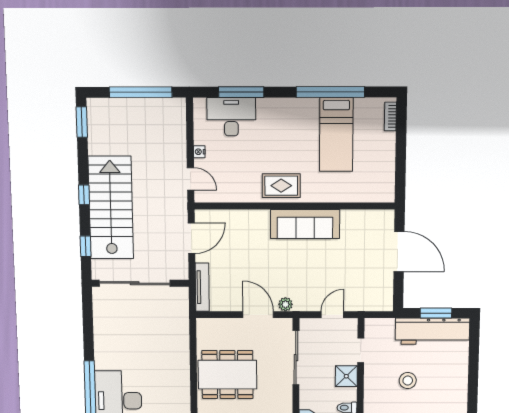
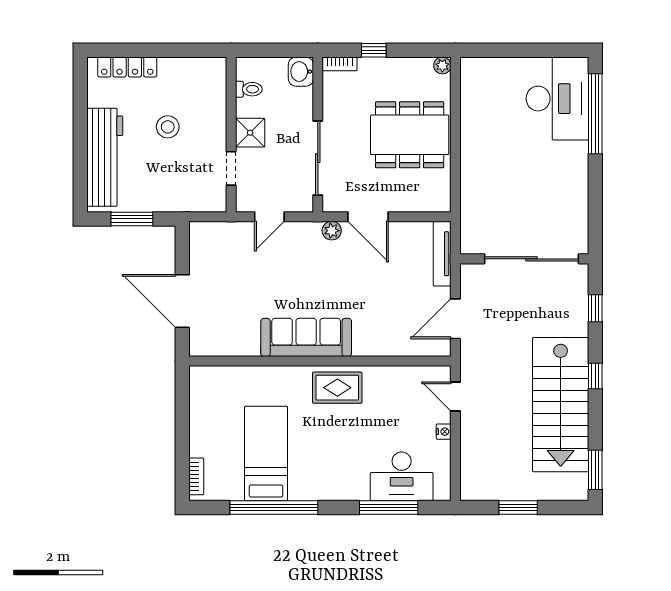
window: (141, 92) -> (518, 508), width x0.47
stairs: (111, 208) -> (561, 405), moved
workbench: (432, 331) -> (105, 157), moved, turned 90

